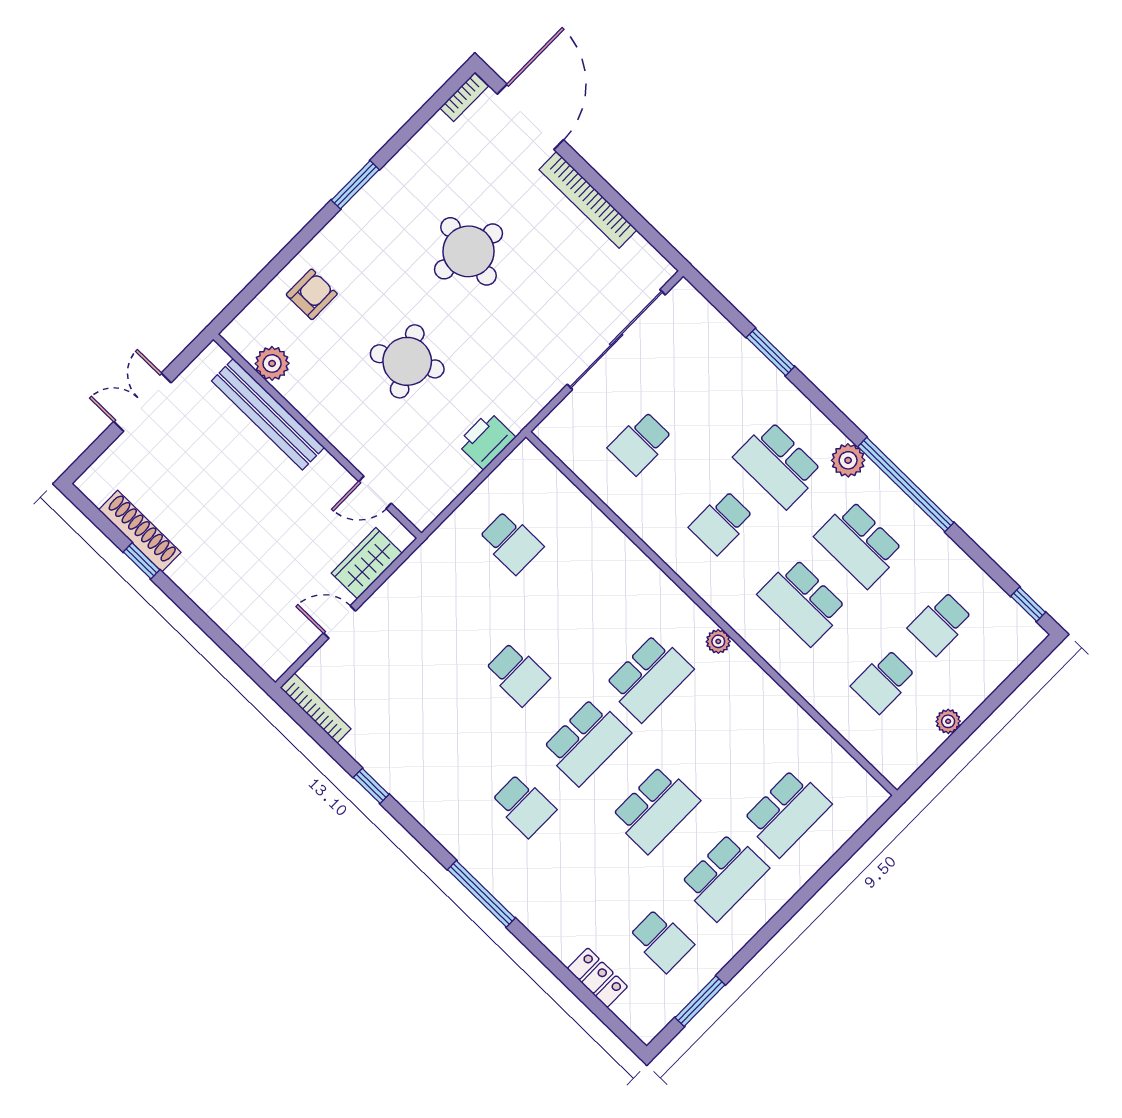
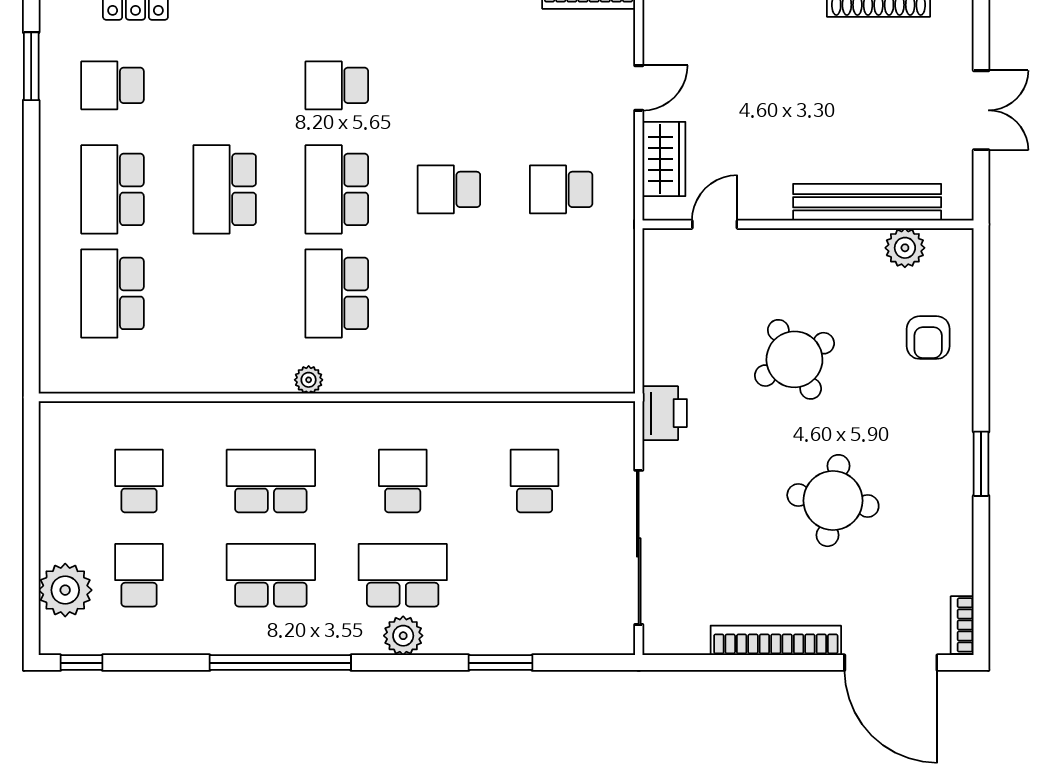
printer: (486, 440) -> (665, 413), moved
plant: (848, 460) -> (403, 636), moved
school desk: (511, 542) -> (561, 189), moved
plant: (948, 721) -> (65, 590), moved, width x1.88, depth x1.88

